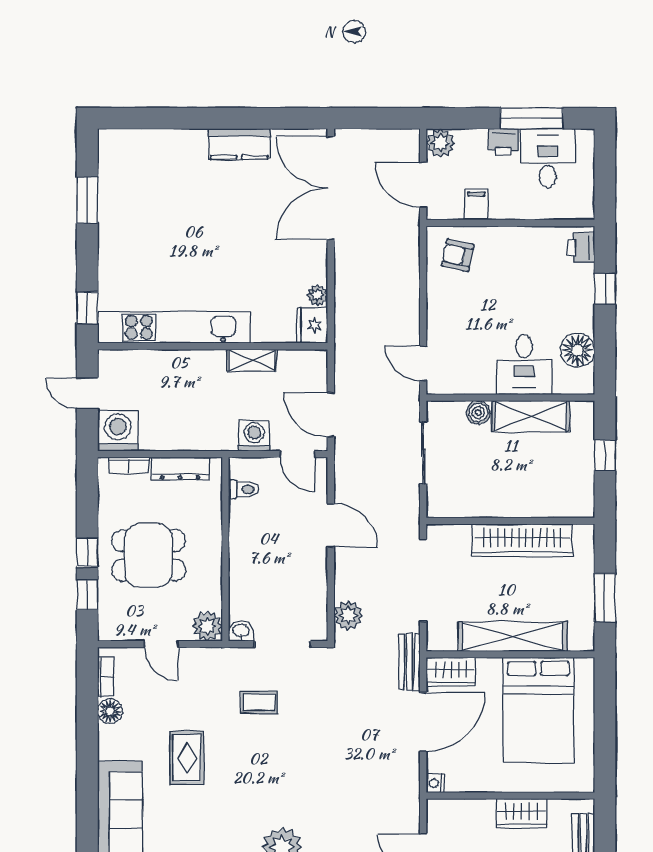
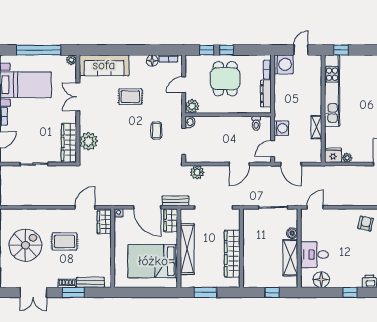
door: (331, 415) -> (291, 164), swing flipped
wardrobe: (521, 814) -> (104, 222), moved

